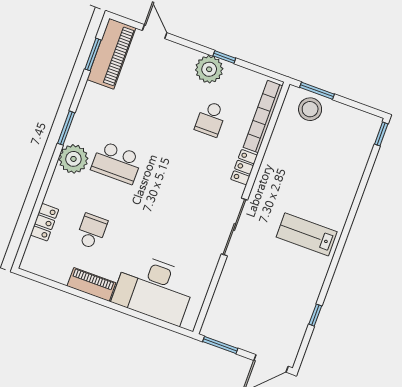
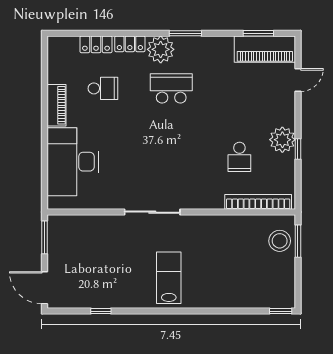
school desk: (211, 119) -> (239, 157), turned -90
school desk: (117, 163) -> (171, 88), turned 90
locker: (244, 167) -> (130, 44), moved, turned 180

